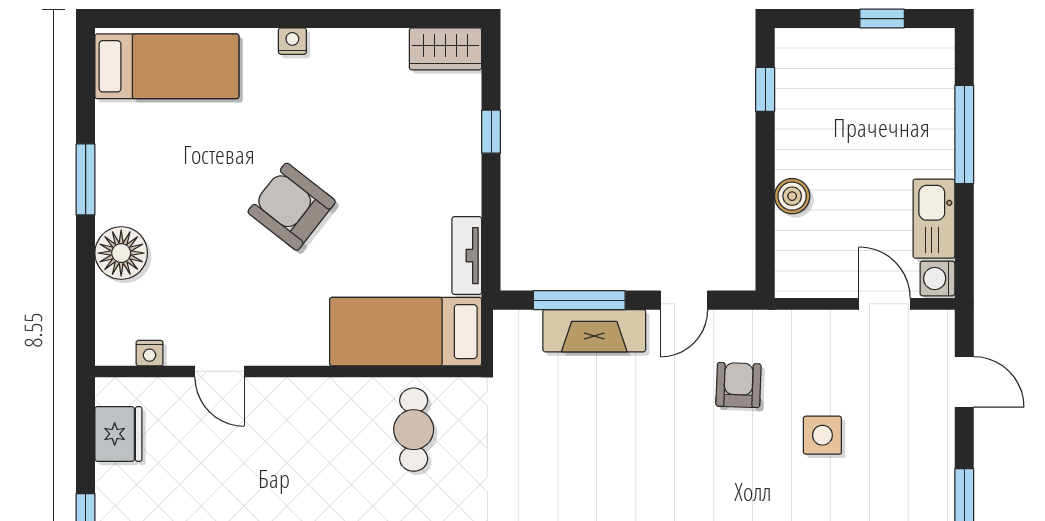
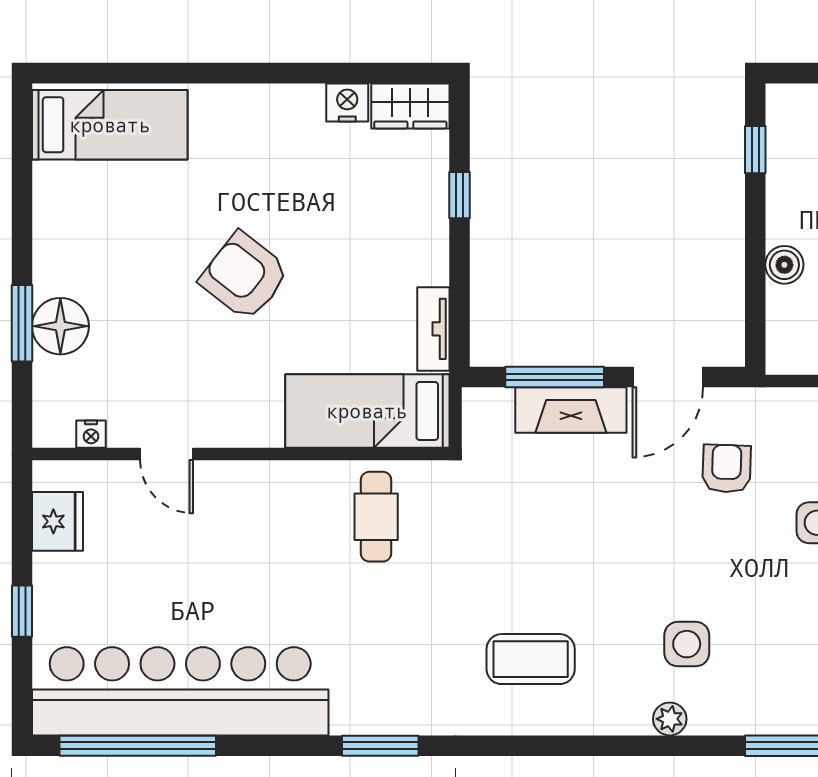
nightstand: (292, 41) -> (347, 102), moved, width x1.39, depth x1.35
window: (86, 179) -> (22, 323), moved
door: (684, 300) -> (668, 377), width x1.38

